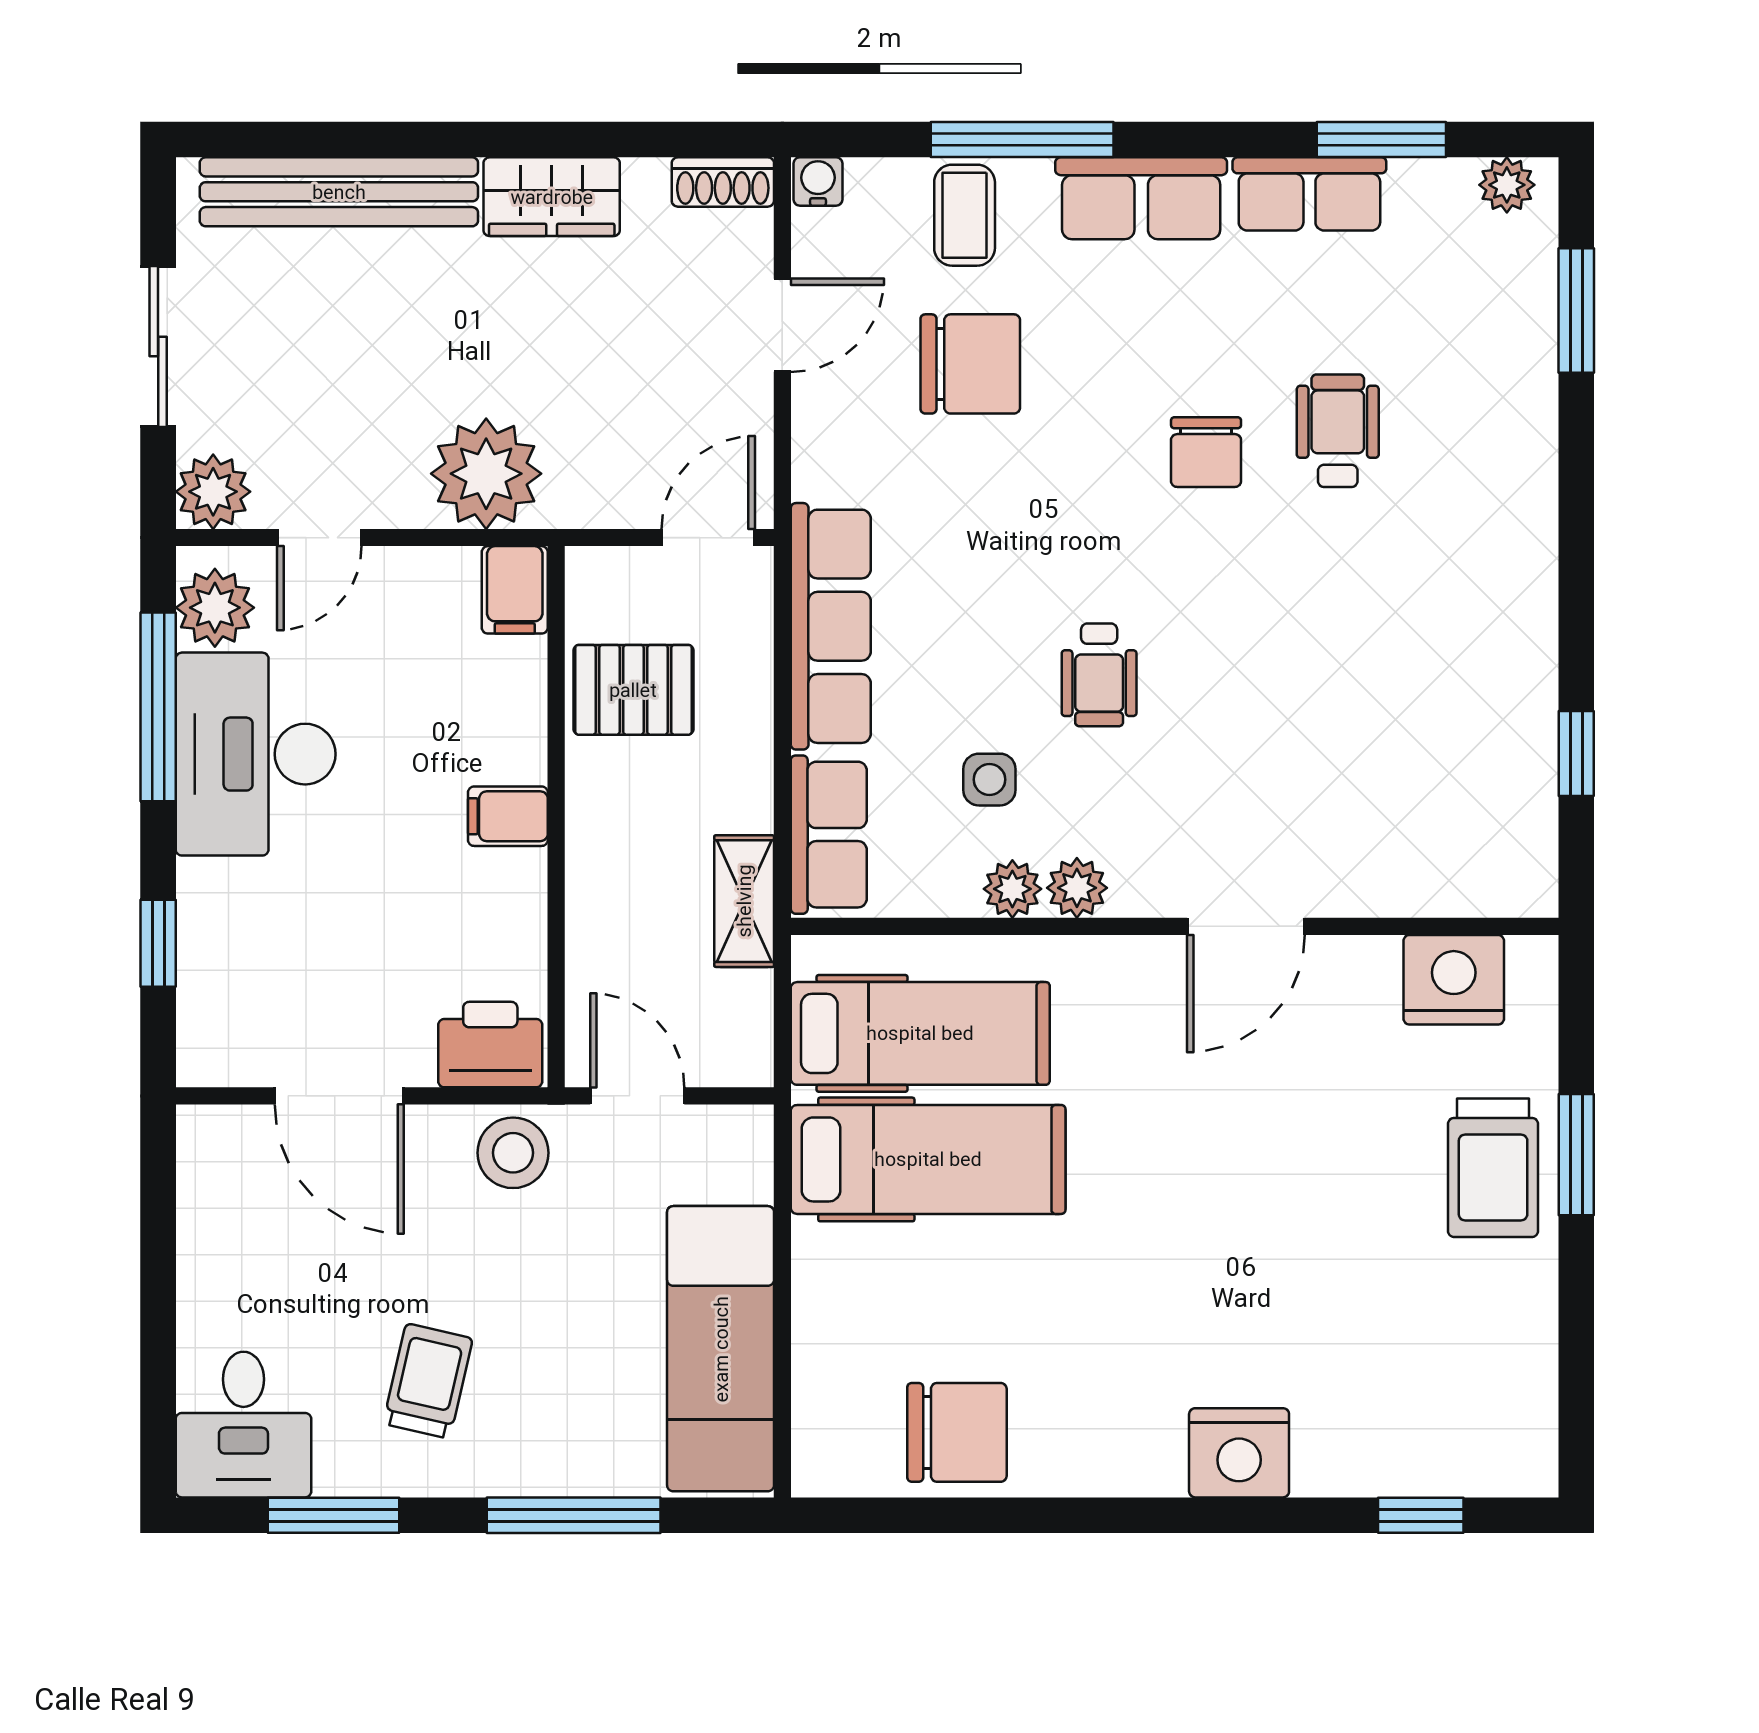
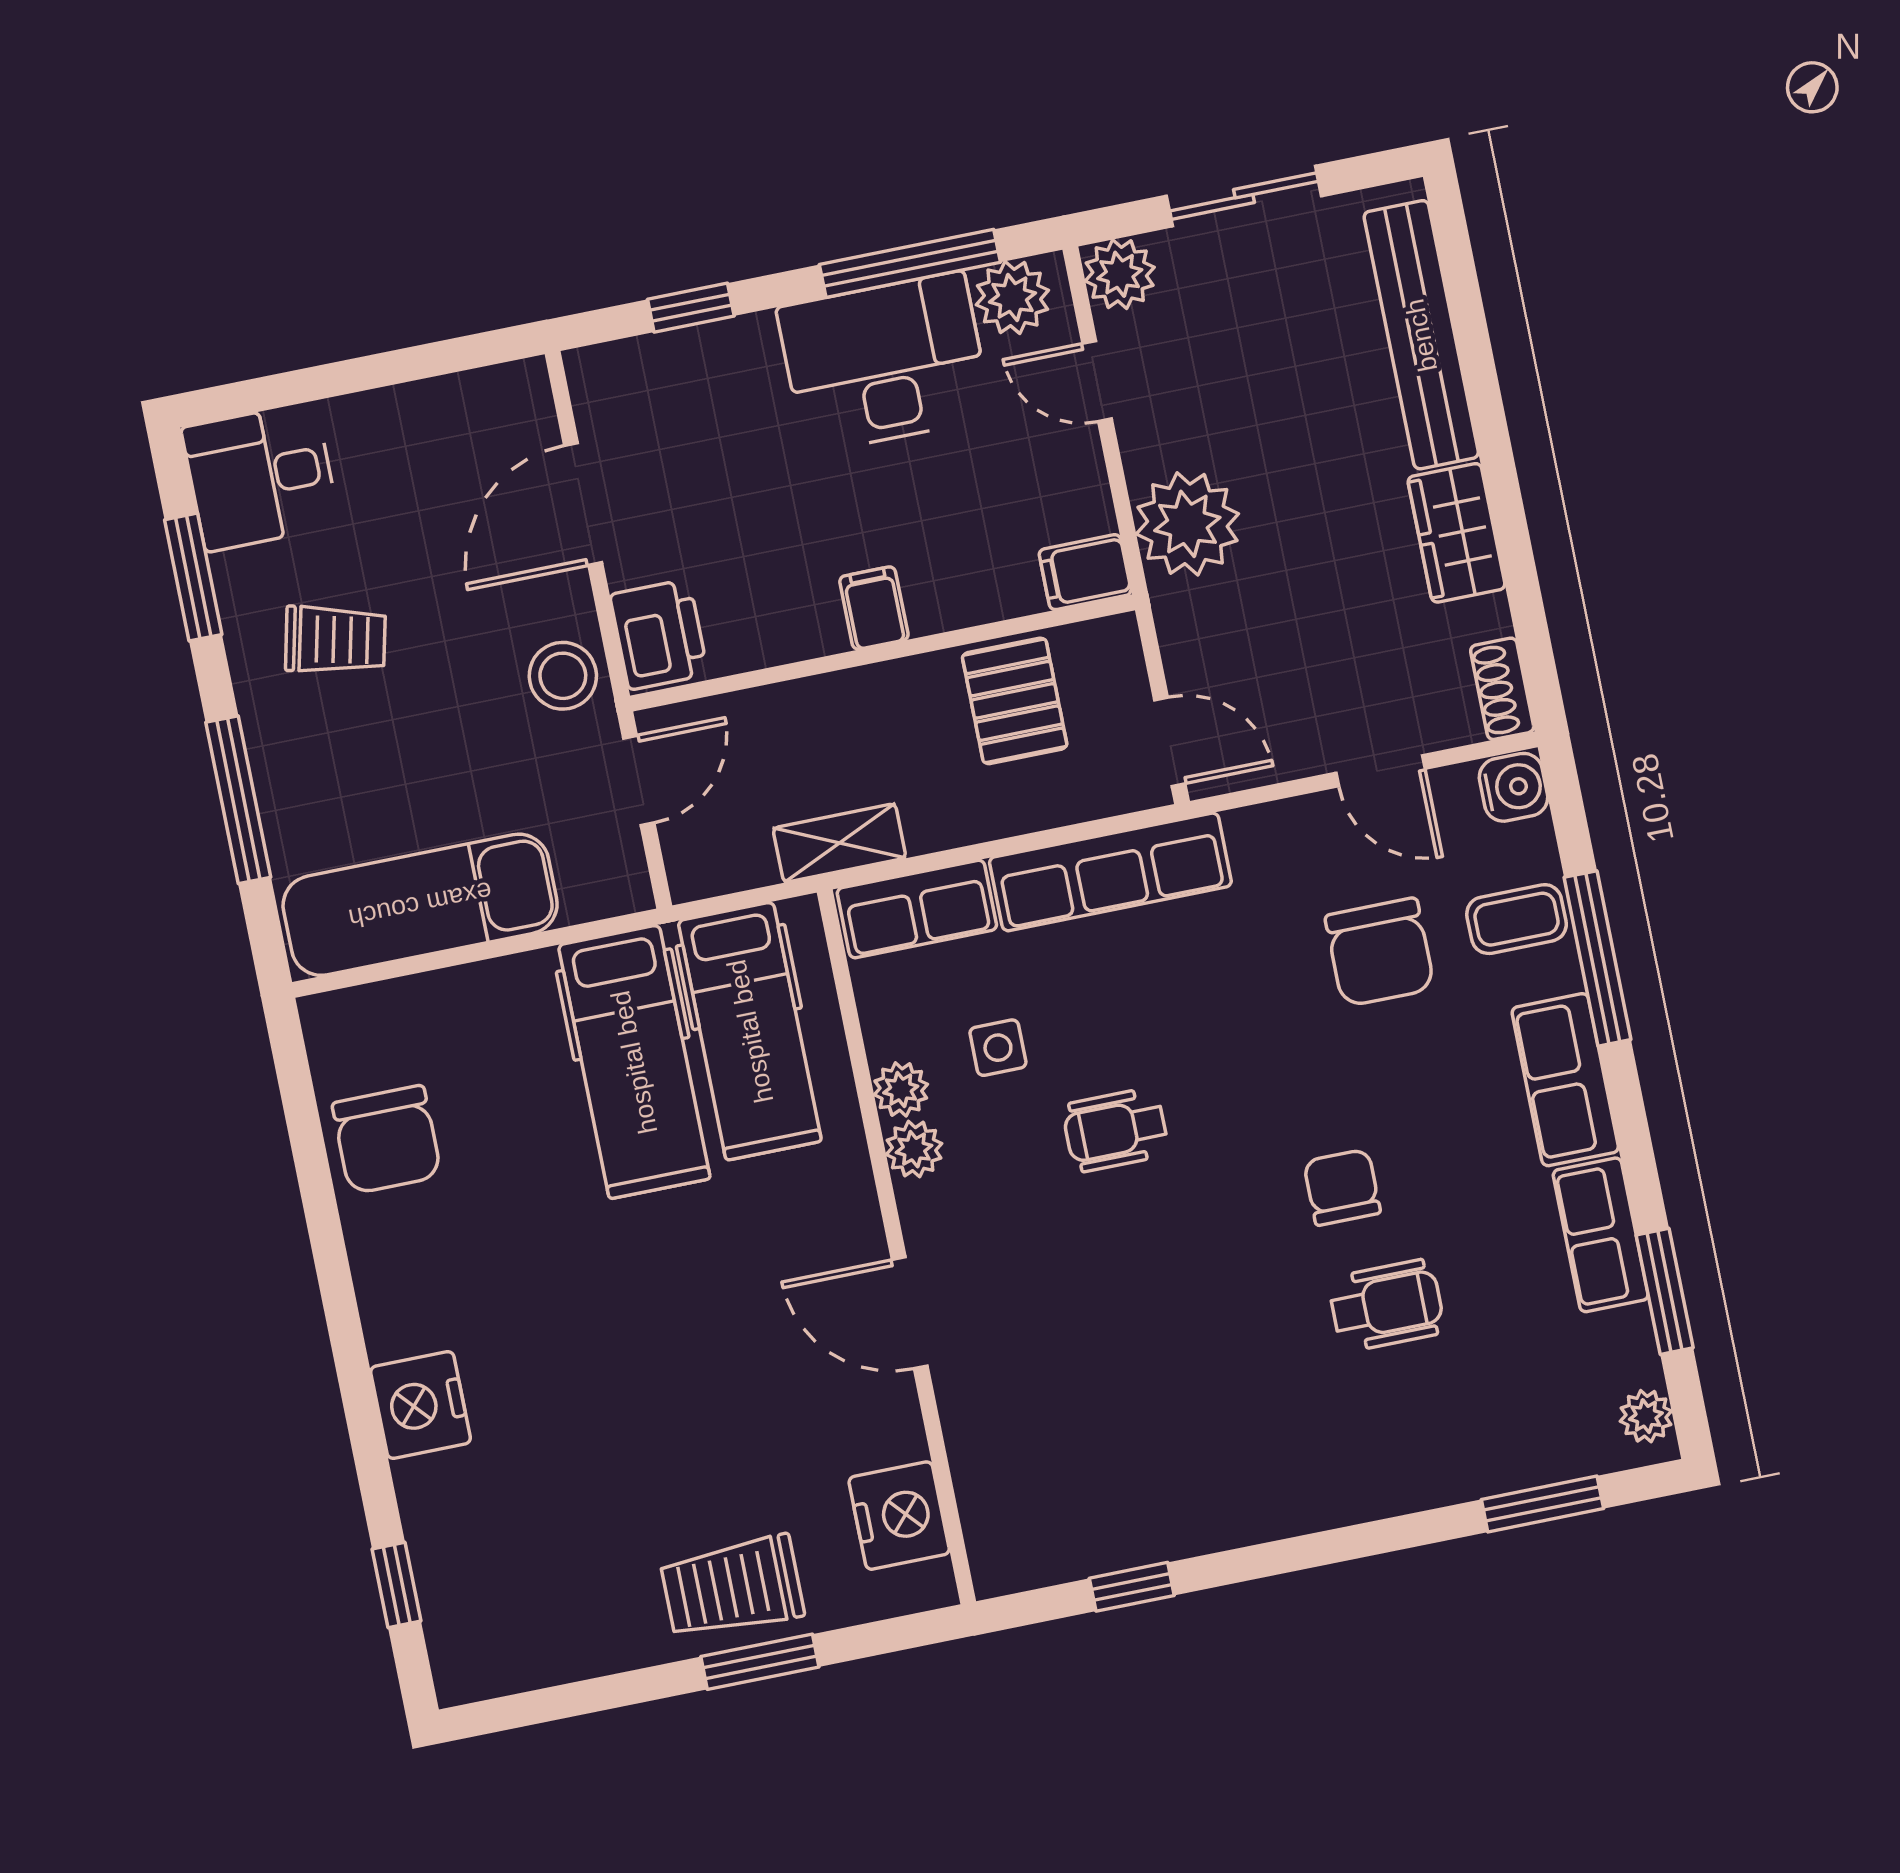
water cooler: (818, 181) -> (1513, 787), width x1.38, depth x1.38
chair: (1206, 452) -> (1342, 1187), turned 90

